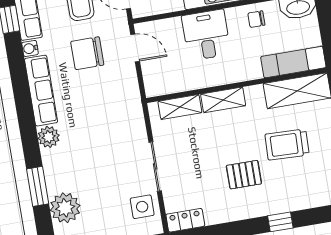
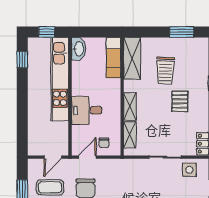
chair: (256, 19) -> (104, 143), moved

